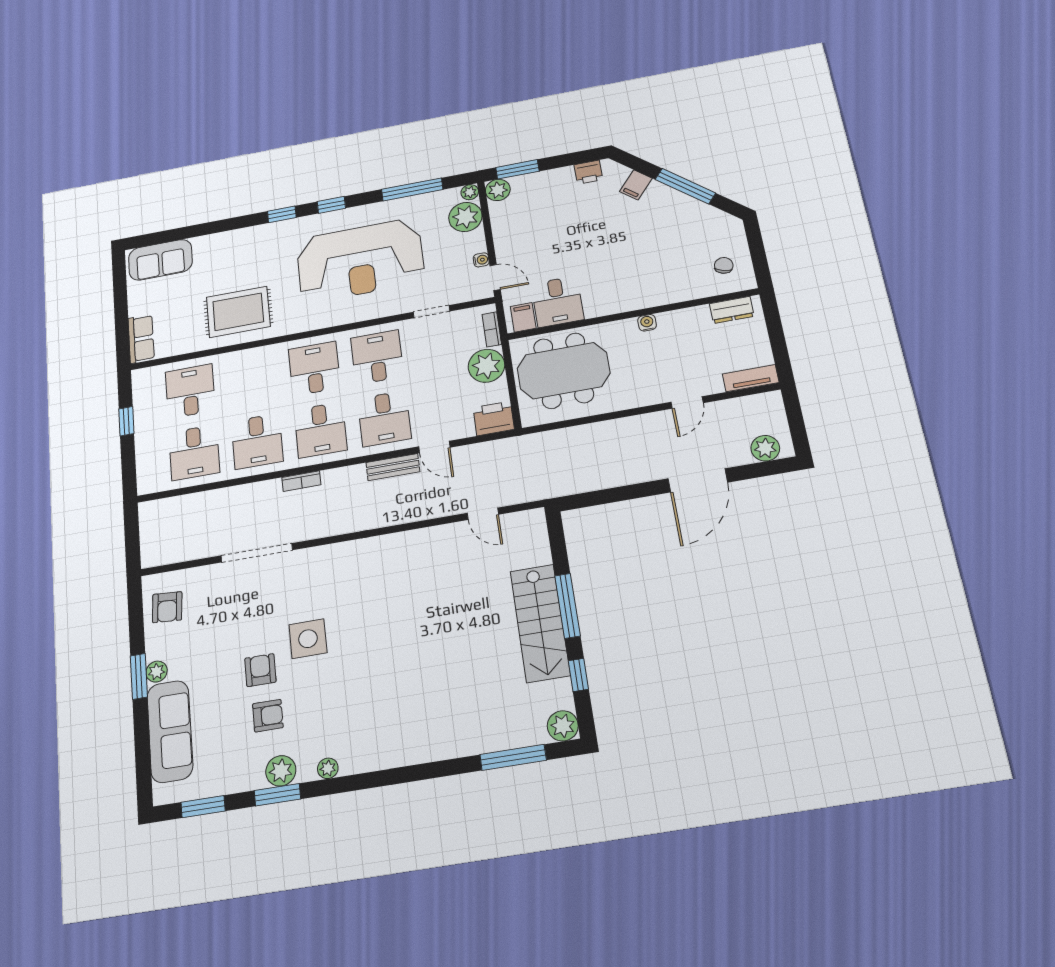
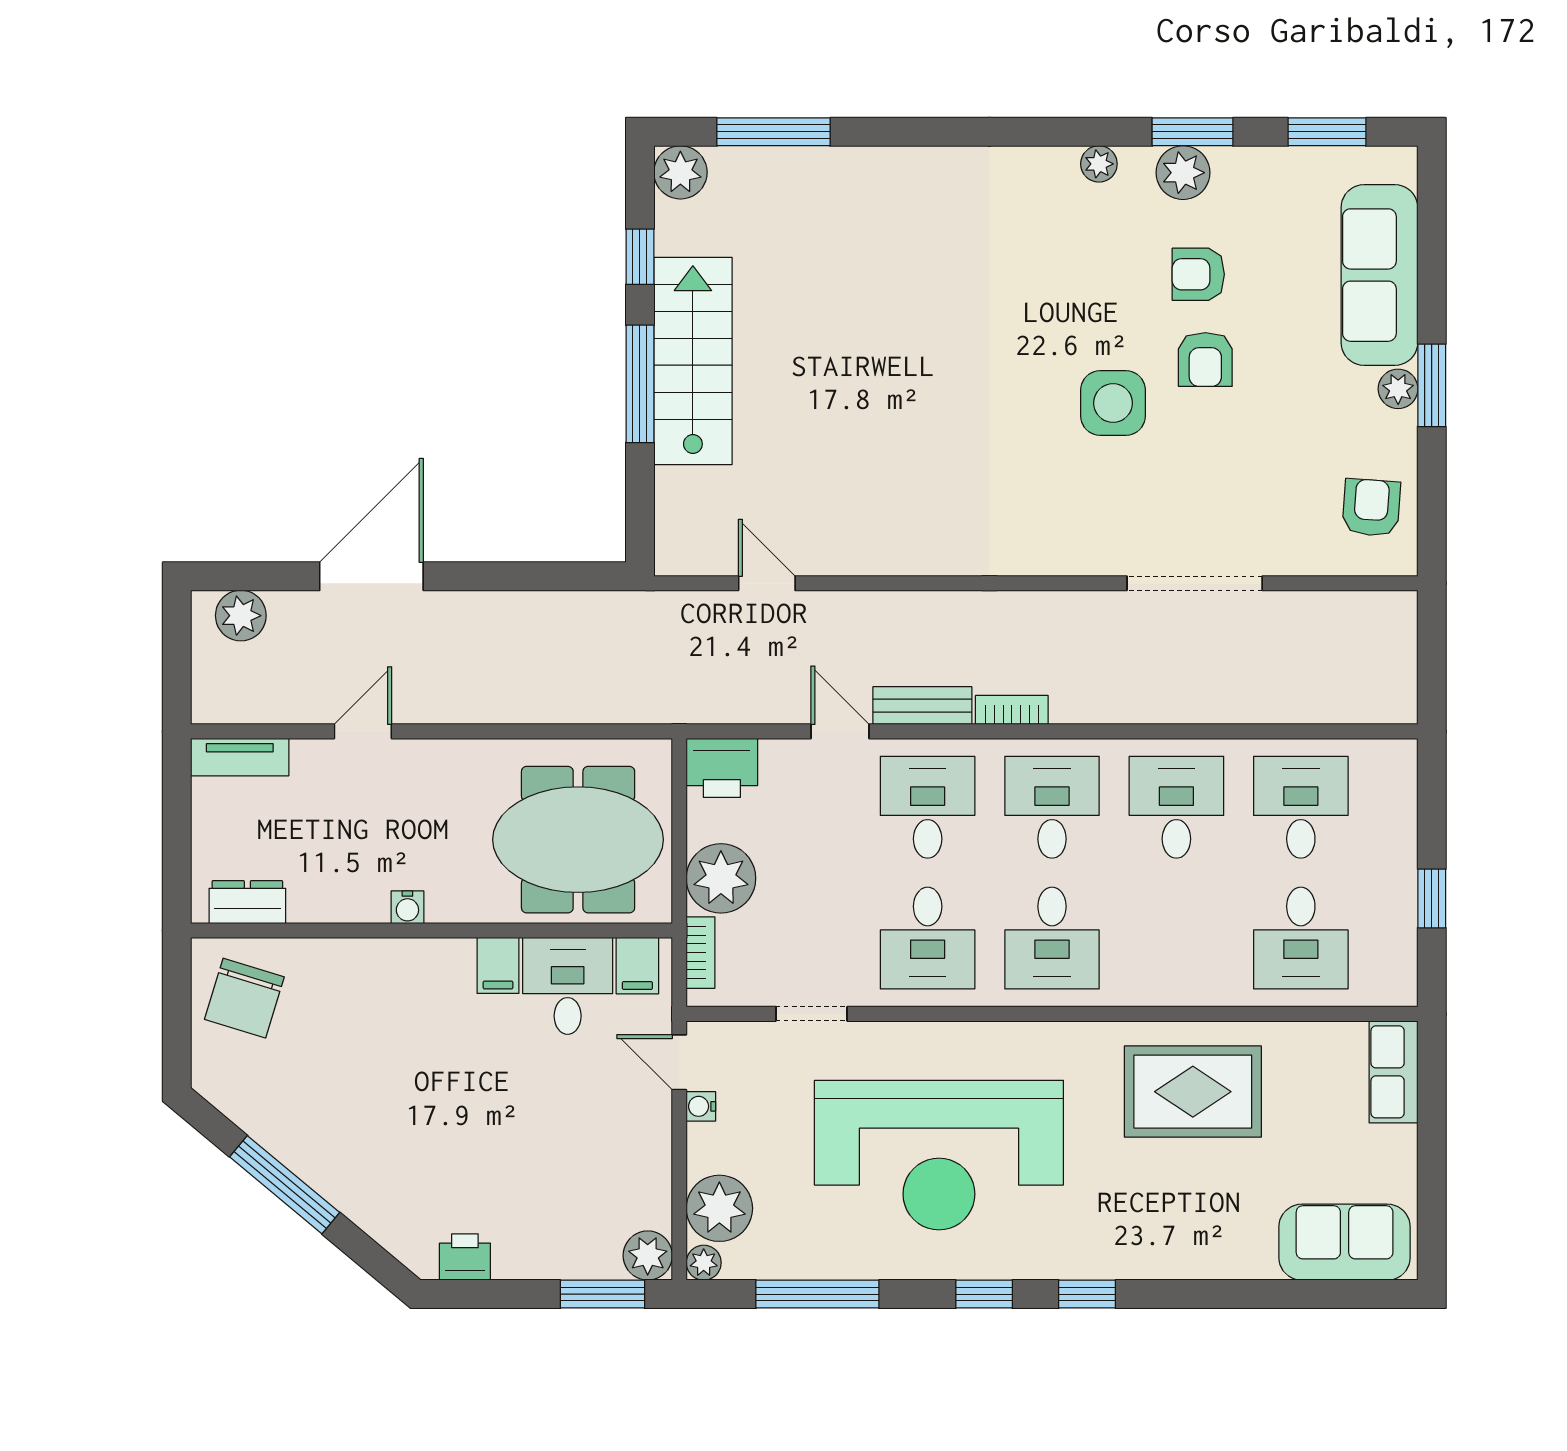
filing cabinet: (636, 185) -> (498, 965), moved, turned 140
reception desk: (360, 260) -> (939, 1155), turned 180
chair: (724, 265) -> (244, 998), width x1.87, depth x1.87
bookcase: (301, 481) -> (1012, 710), moved

